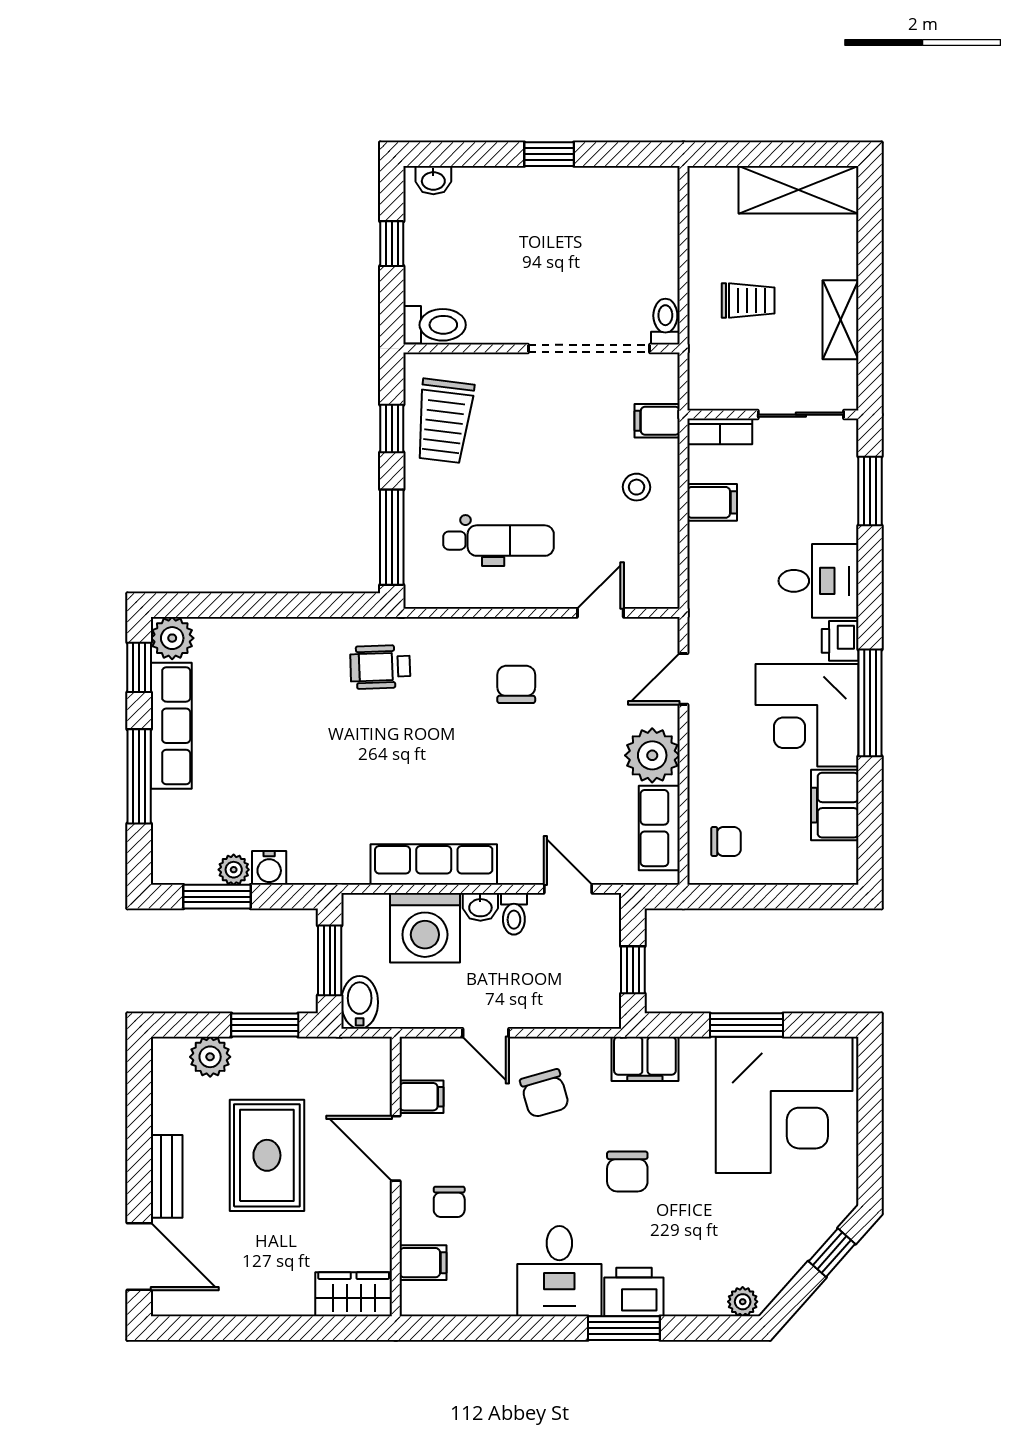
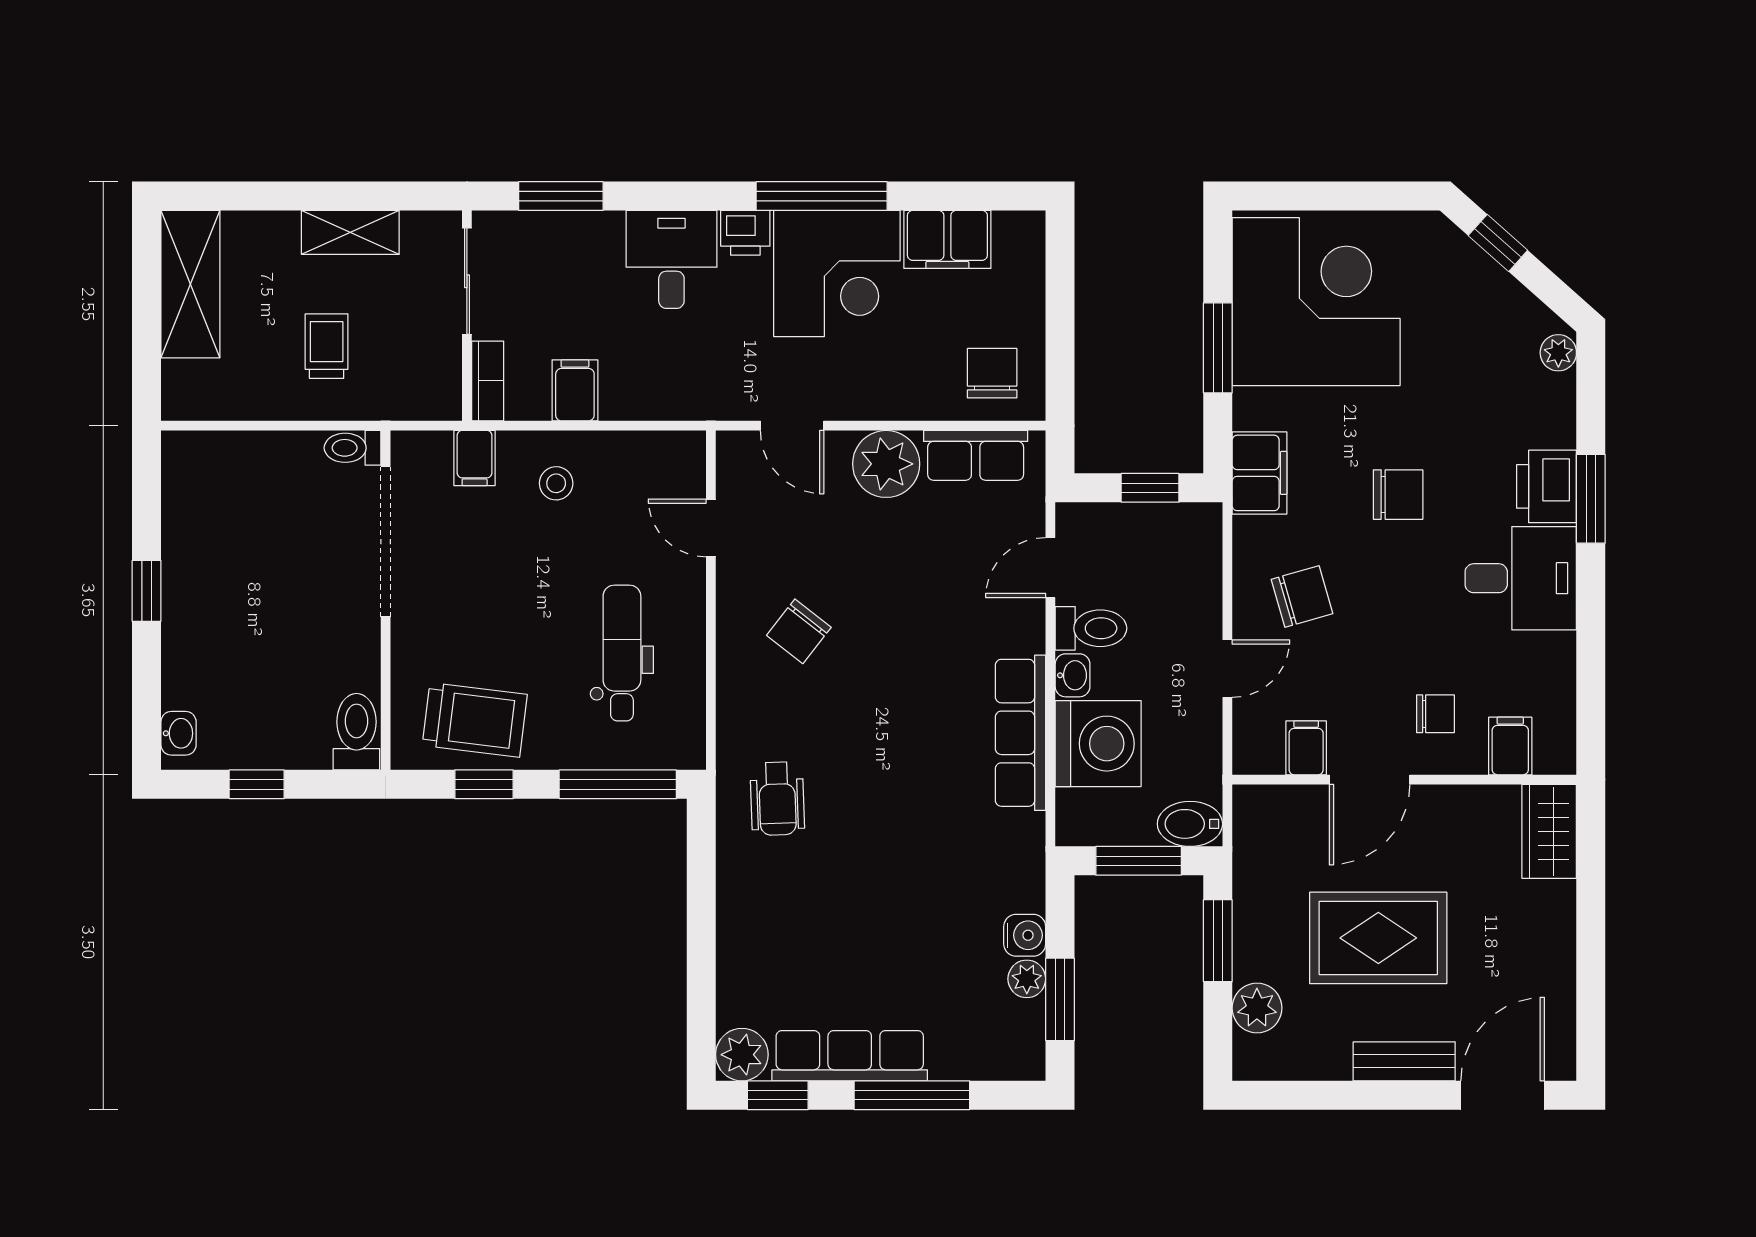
chair: (516, 684) -> (799, 631), turned -52
chair: (726, 841) -> (992, 373), width x1.37, depth x1.37
toilet: (514, 914) -> (1091, 628), width x1.37, depth x1.39

